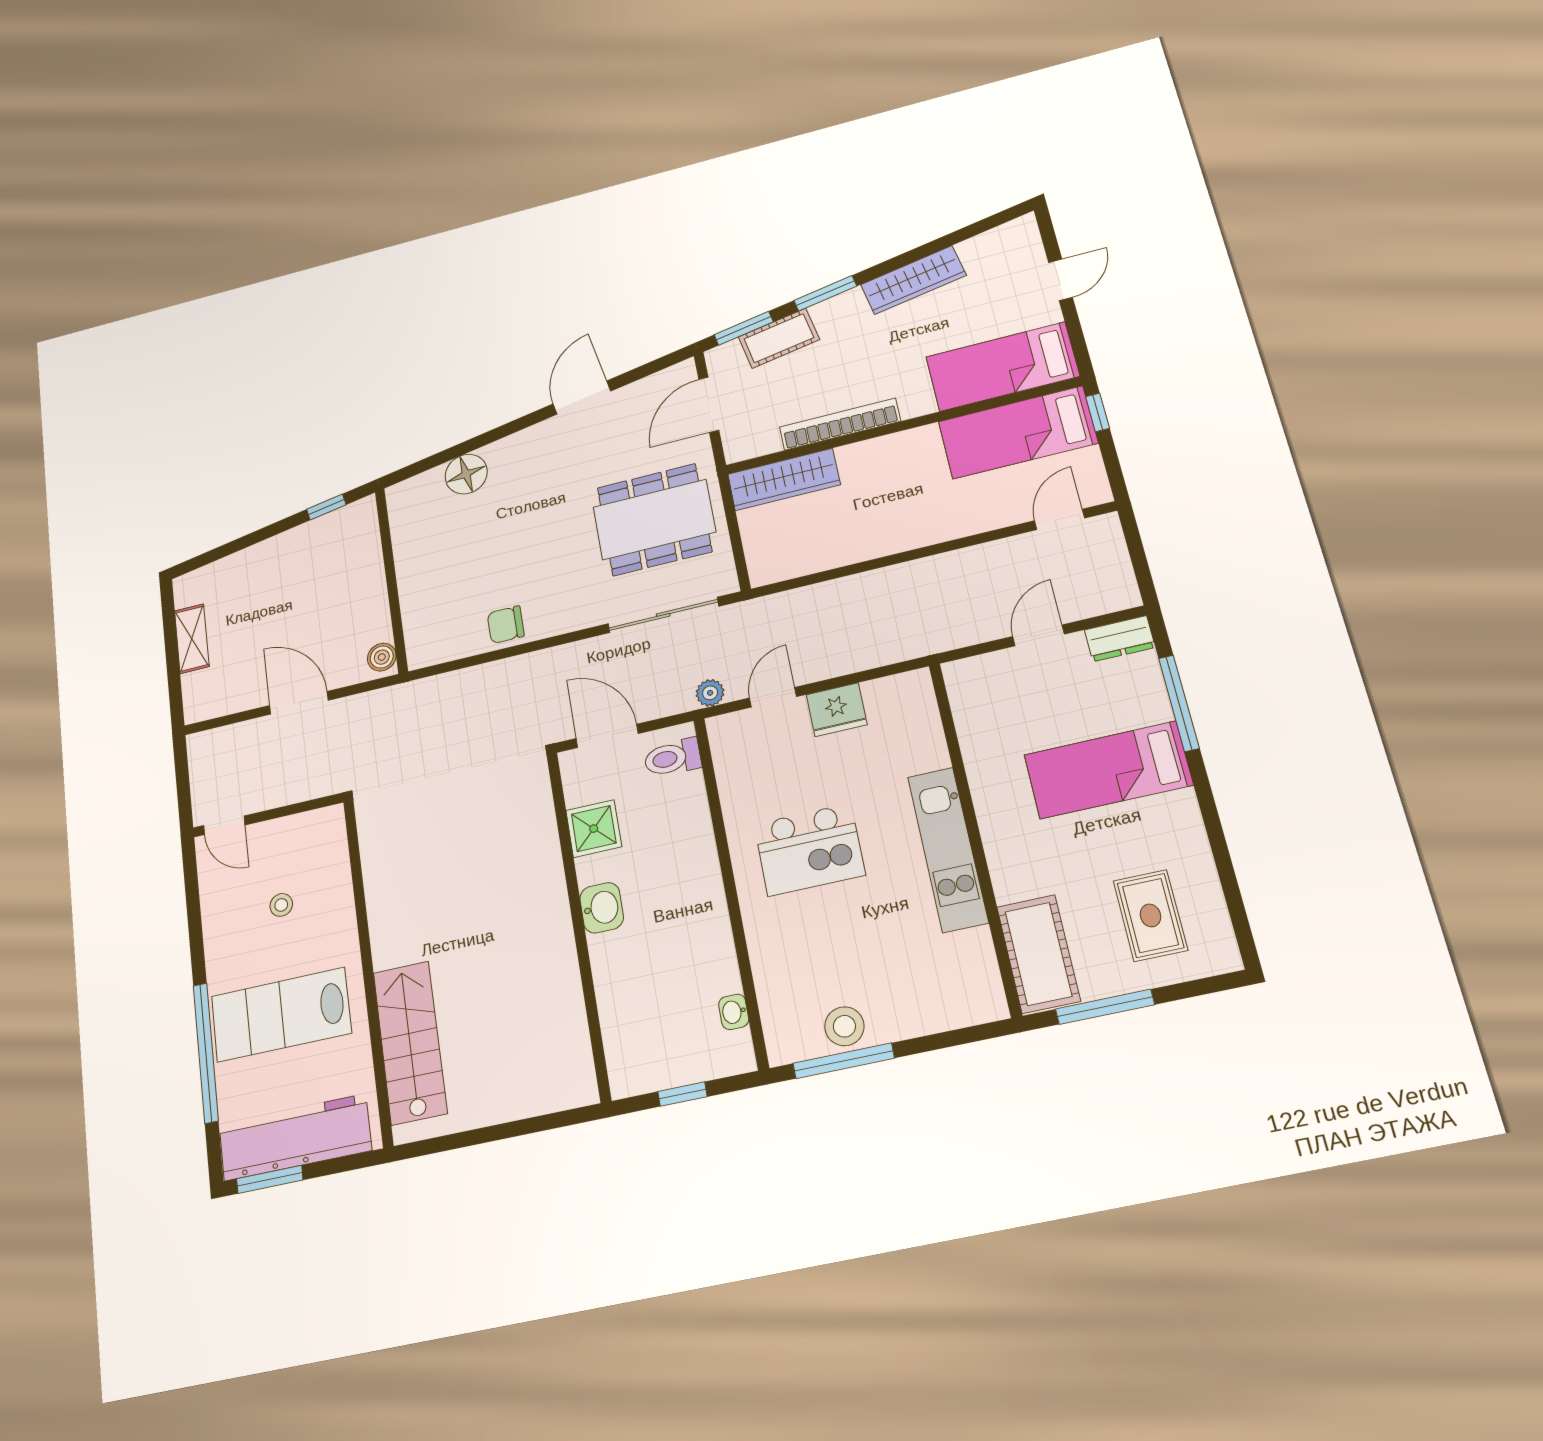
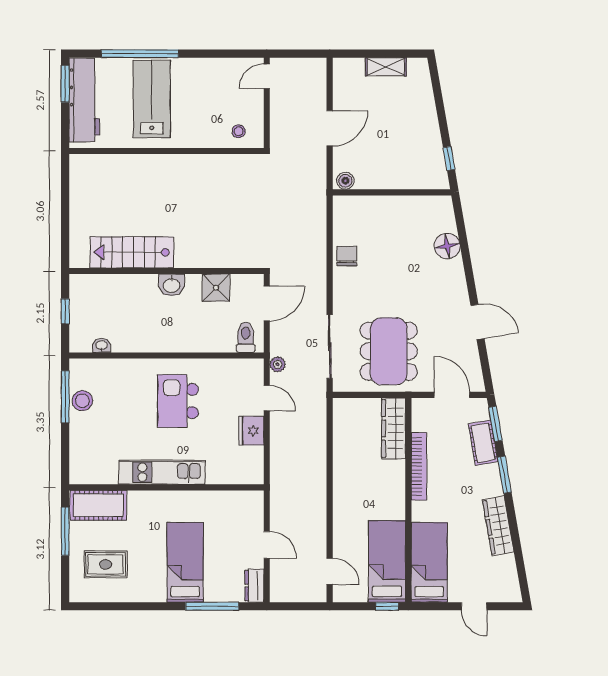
stool: (281, 905) -> (239, 131), moved
stairs: (410, 1042) -> (132, 252), moved, turned 180

